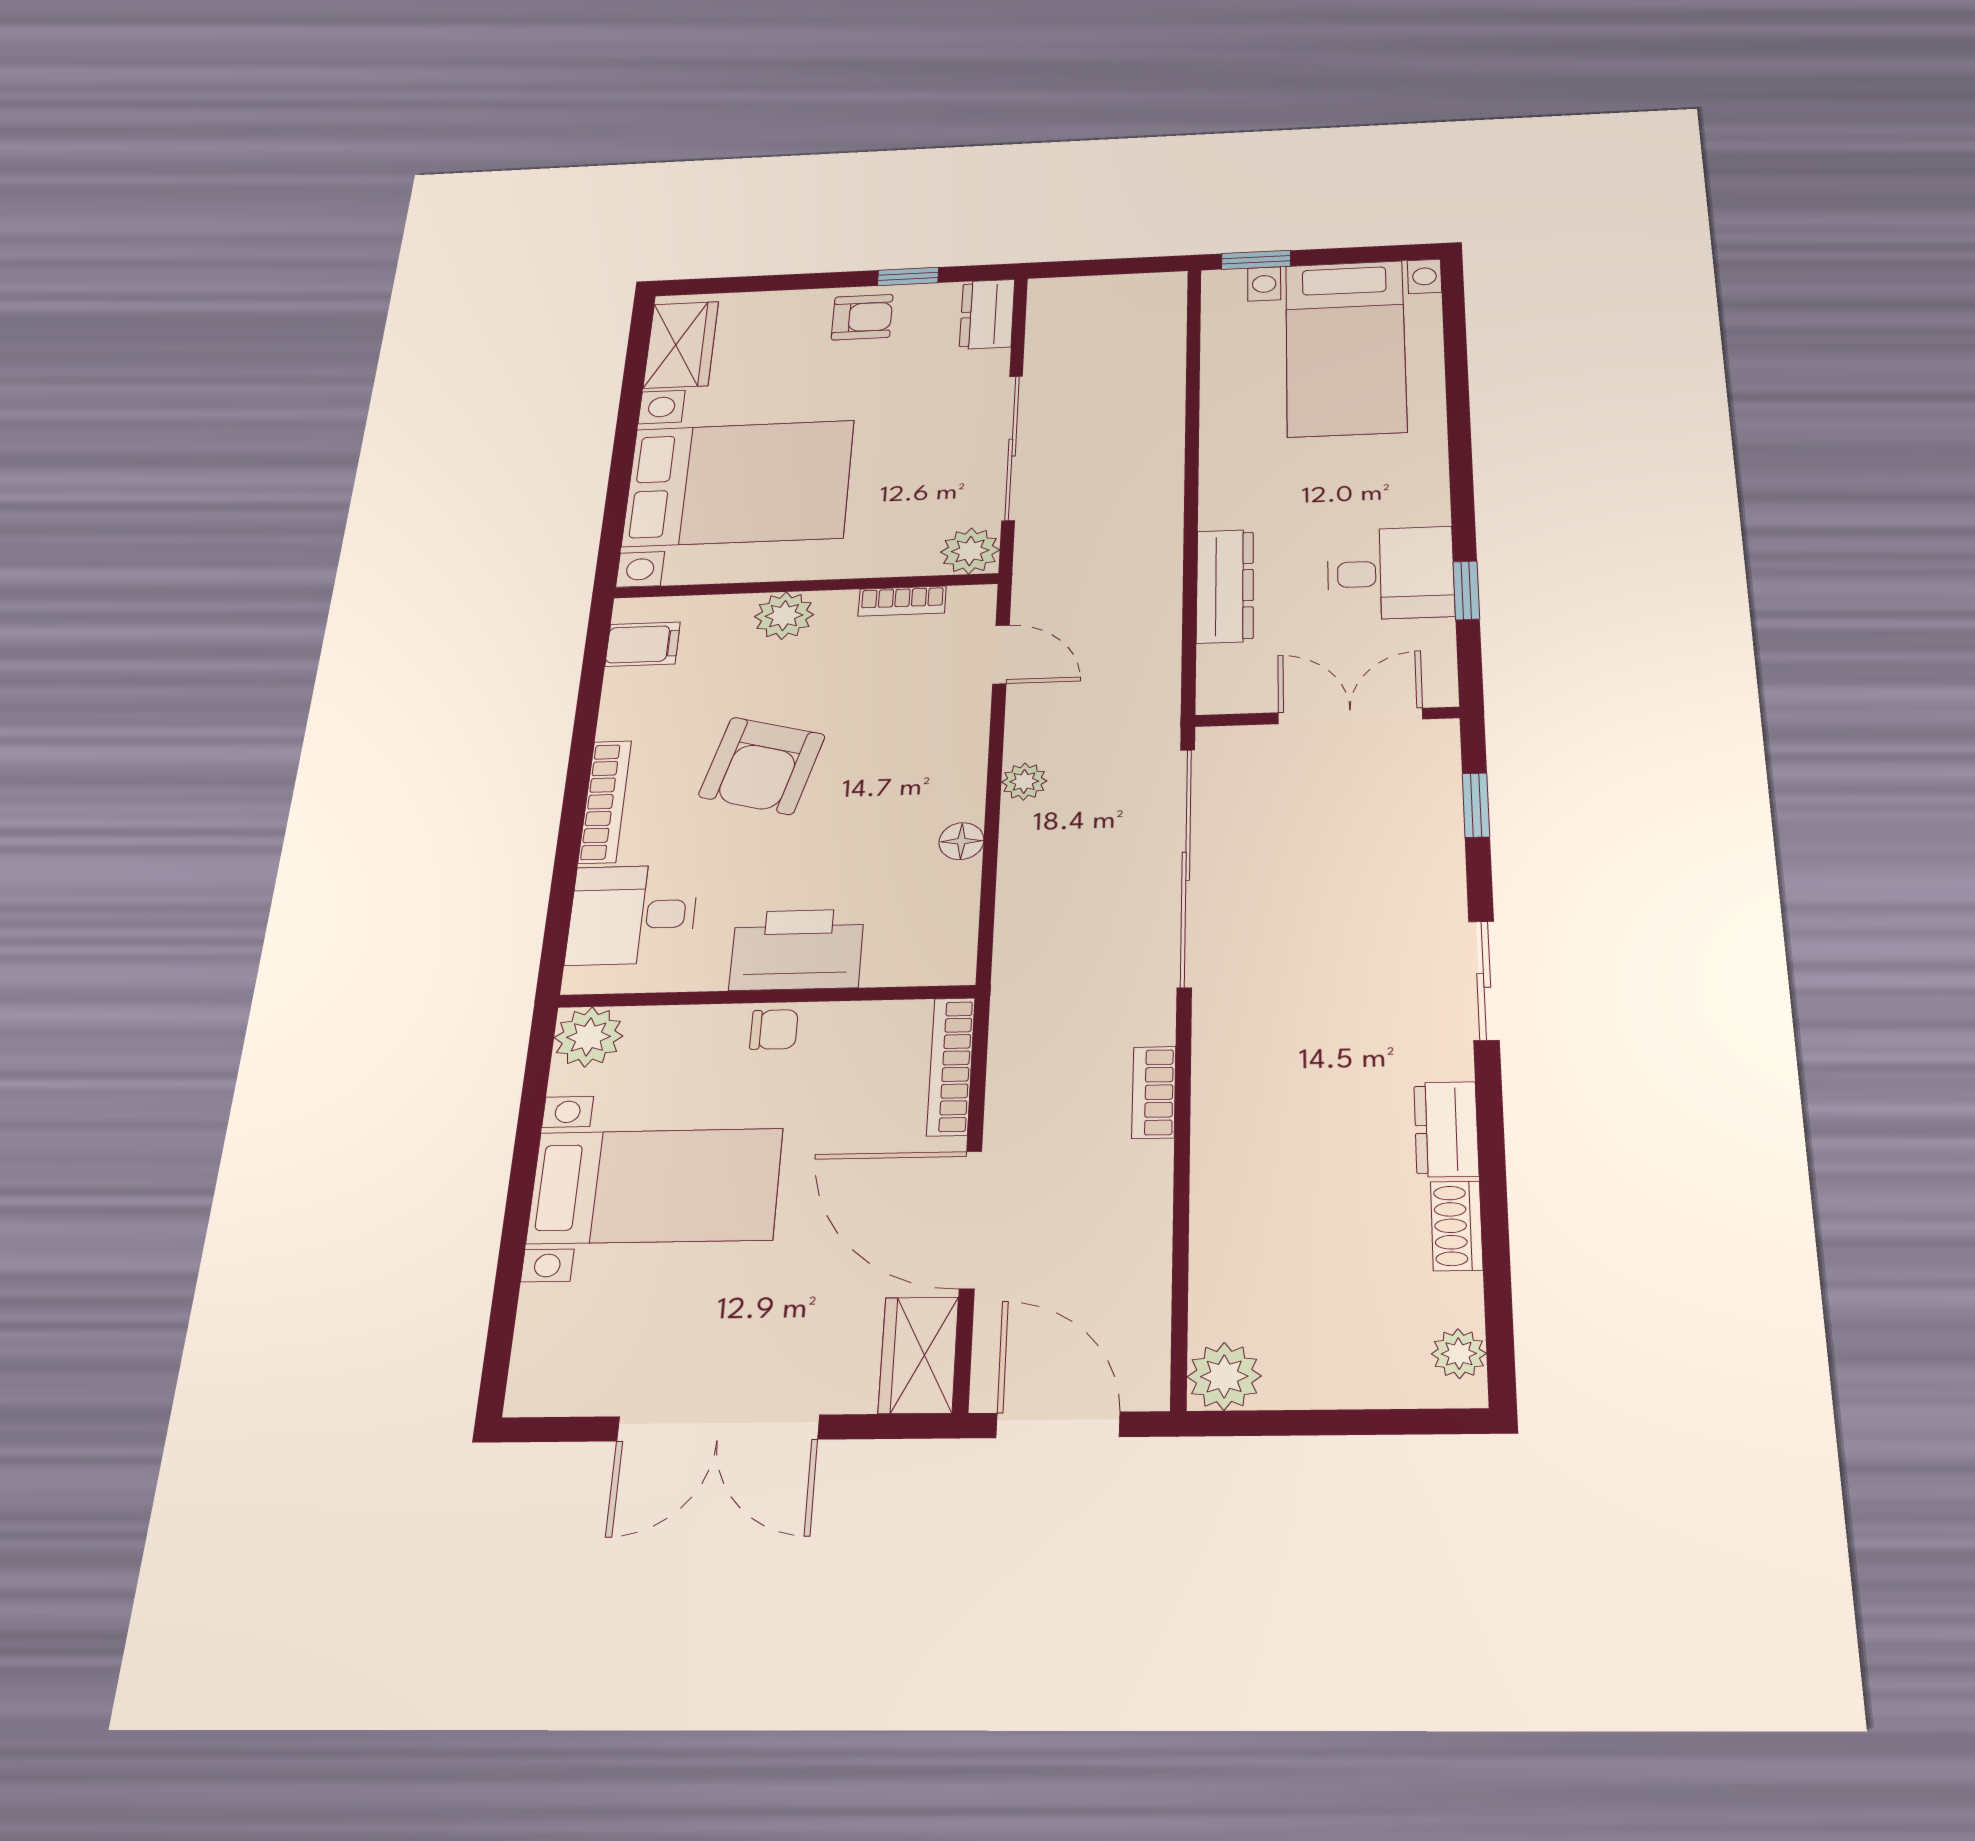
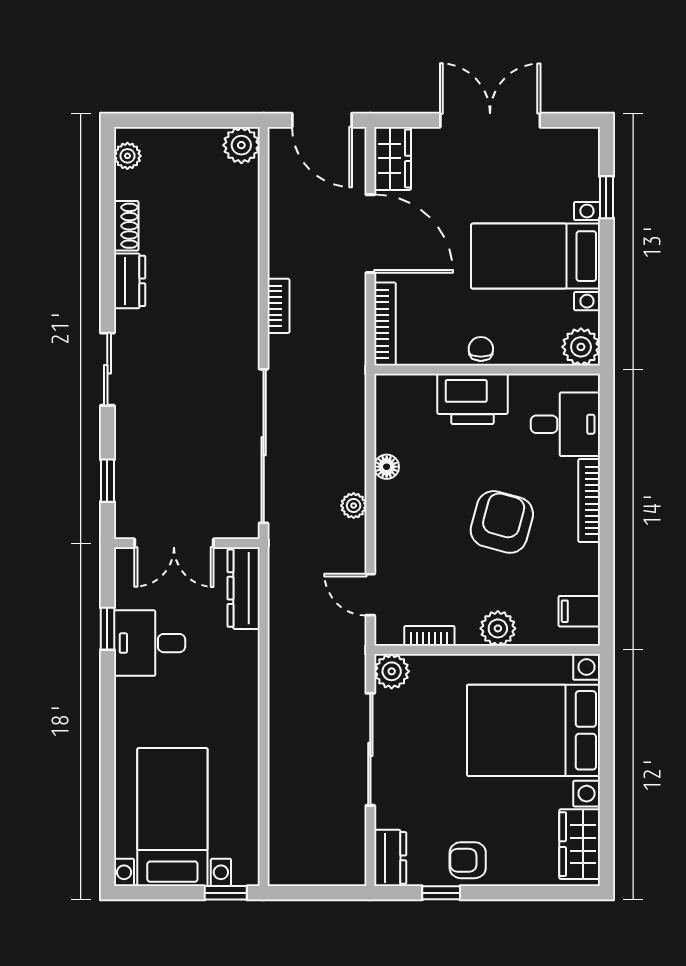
dresser: (1225, 586) -> (244, 588), moved
chair: (774, 1029) -> (481, 349), turned 90
window: (507, 1290) -> (606, 197), added

